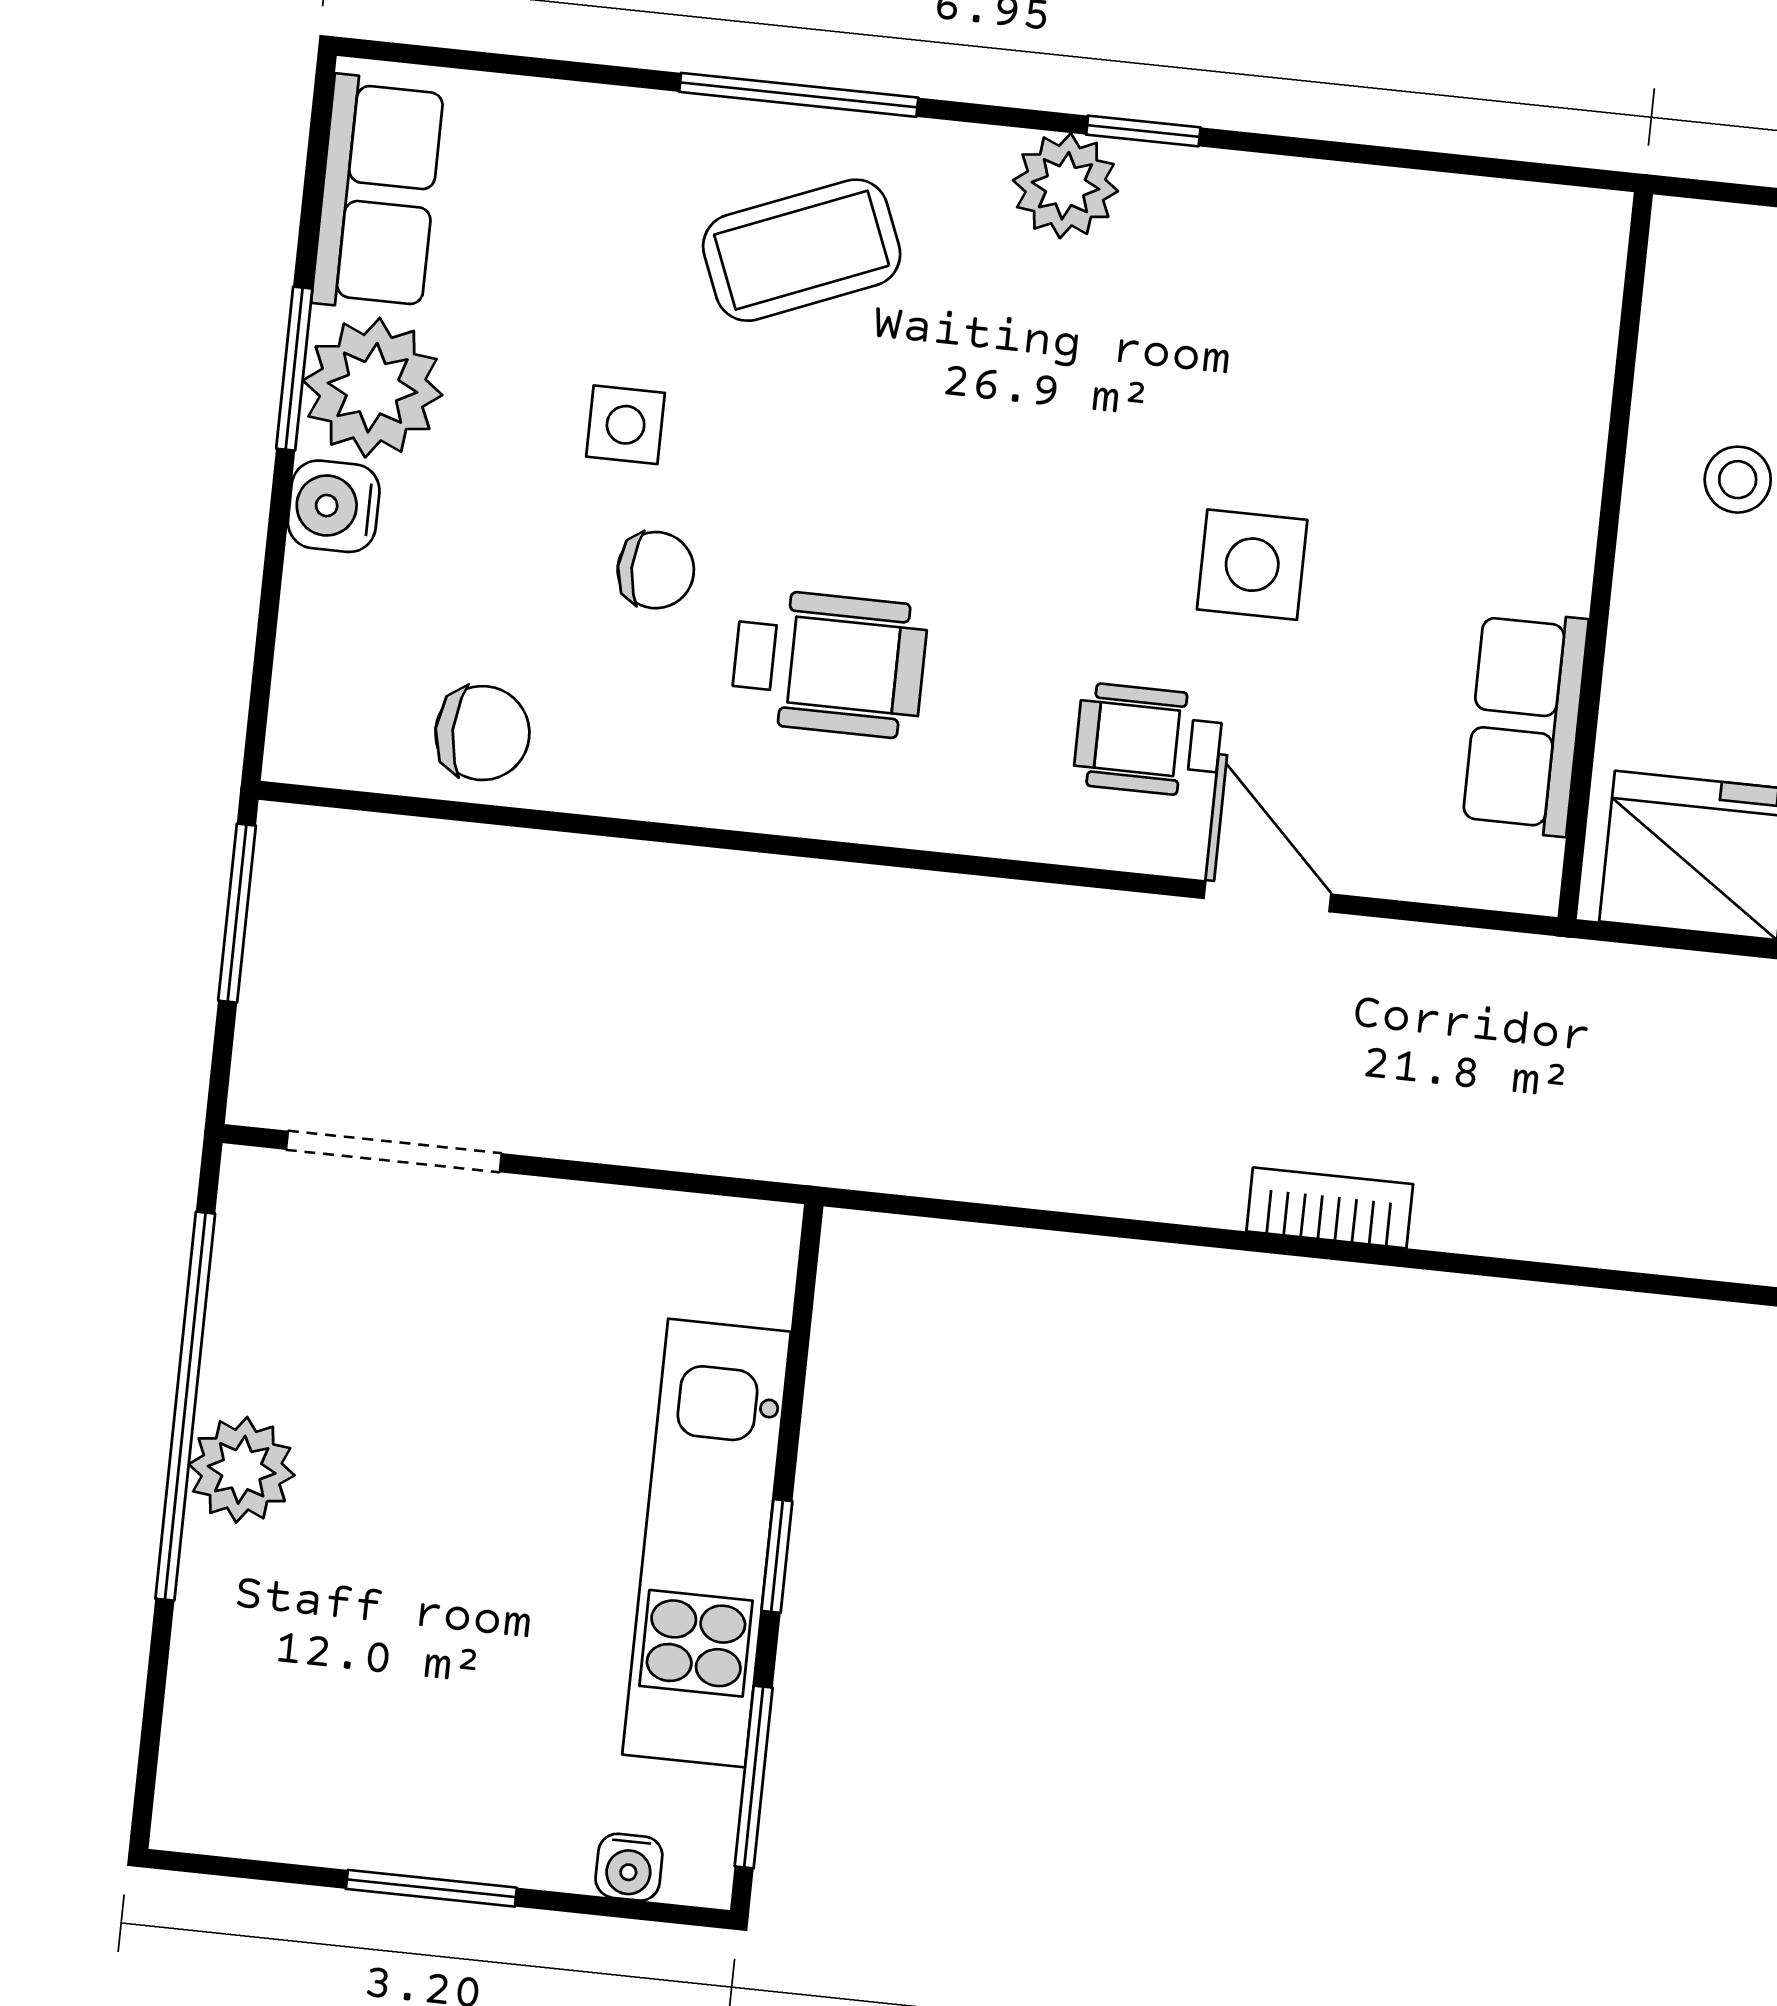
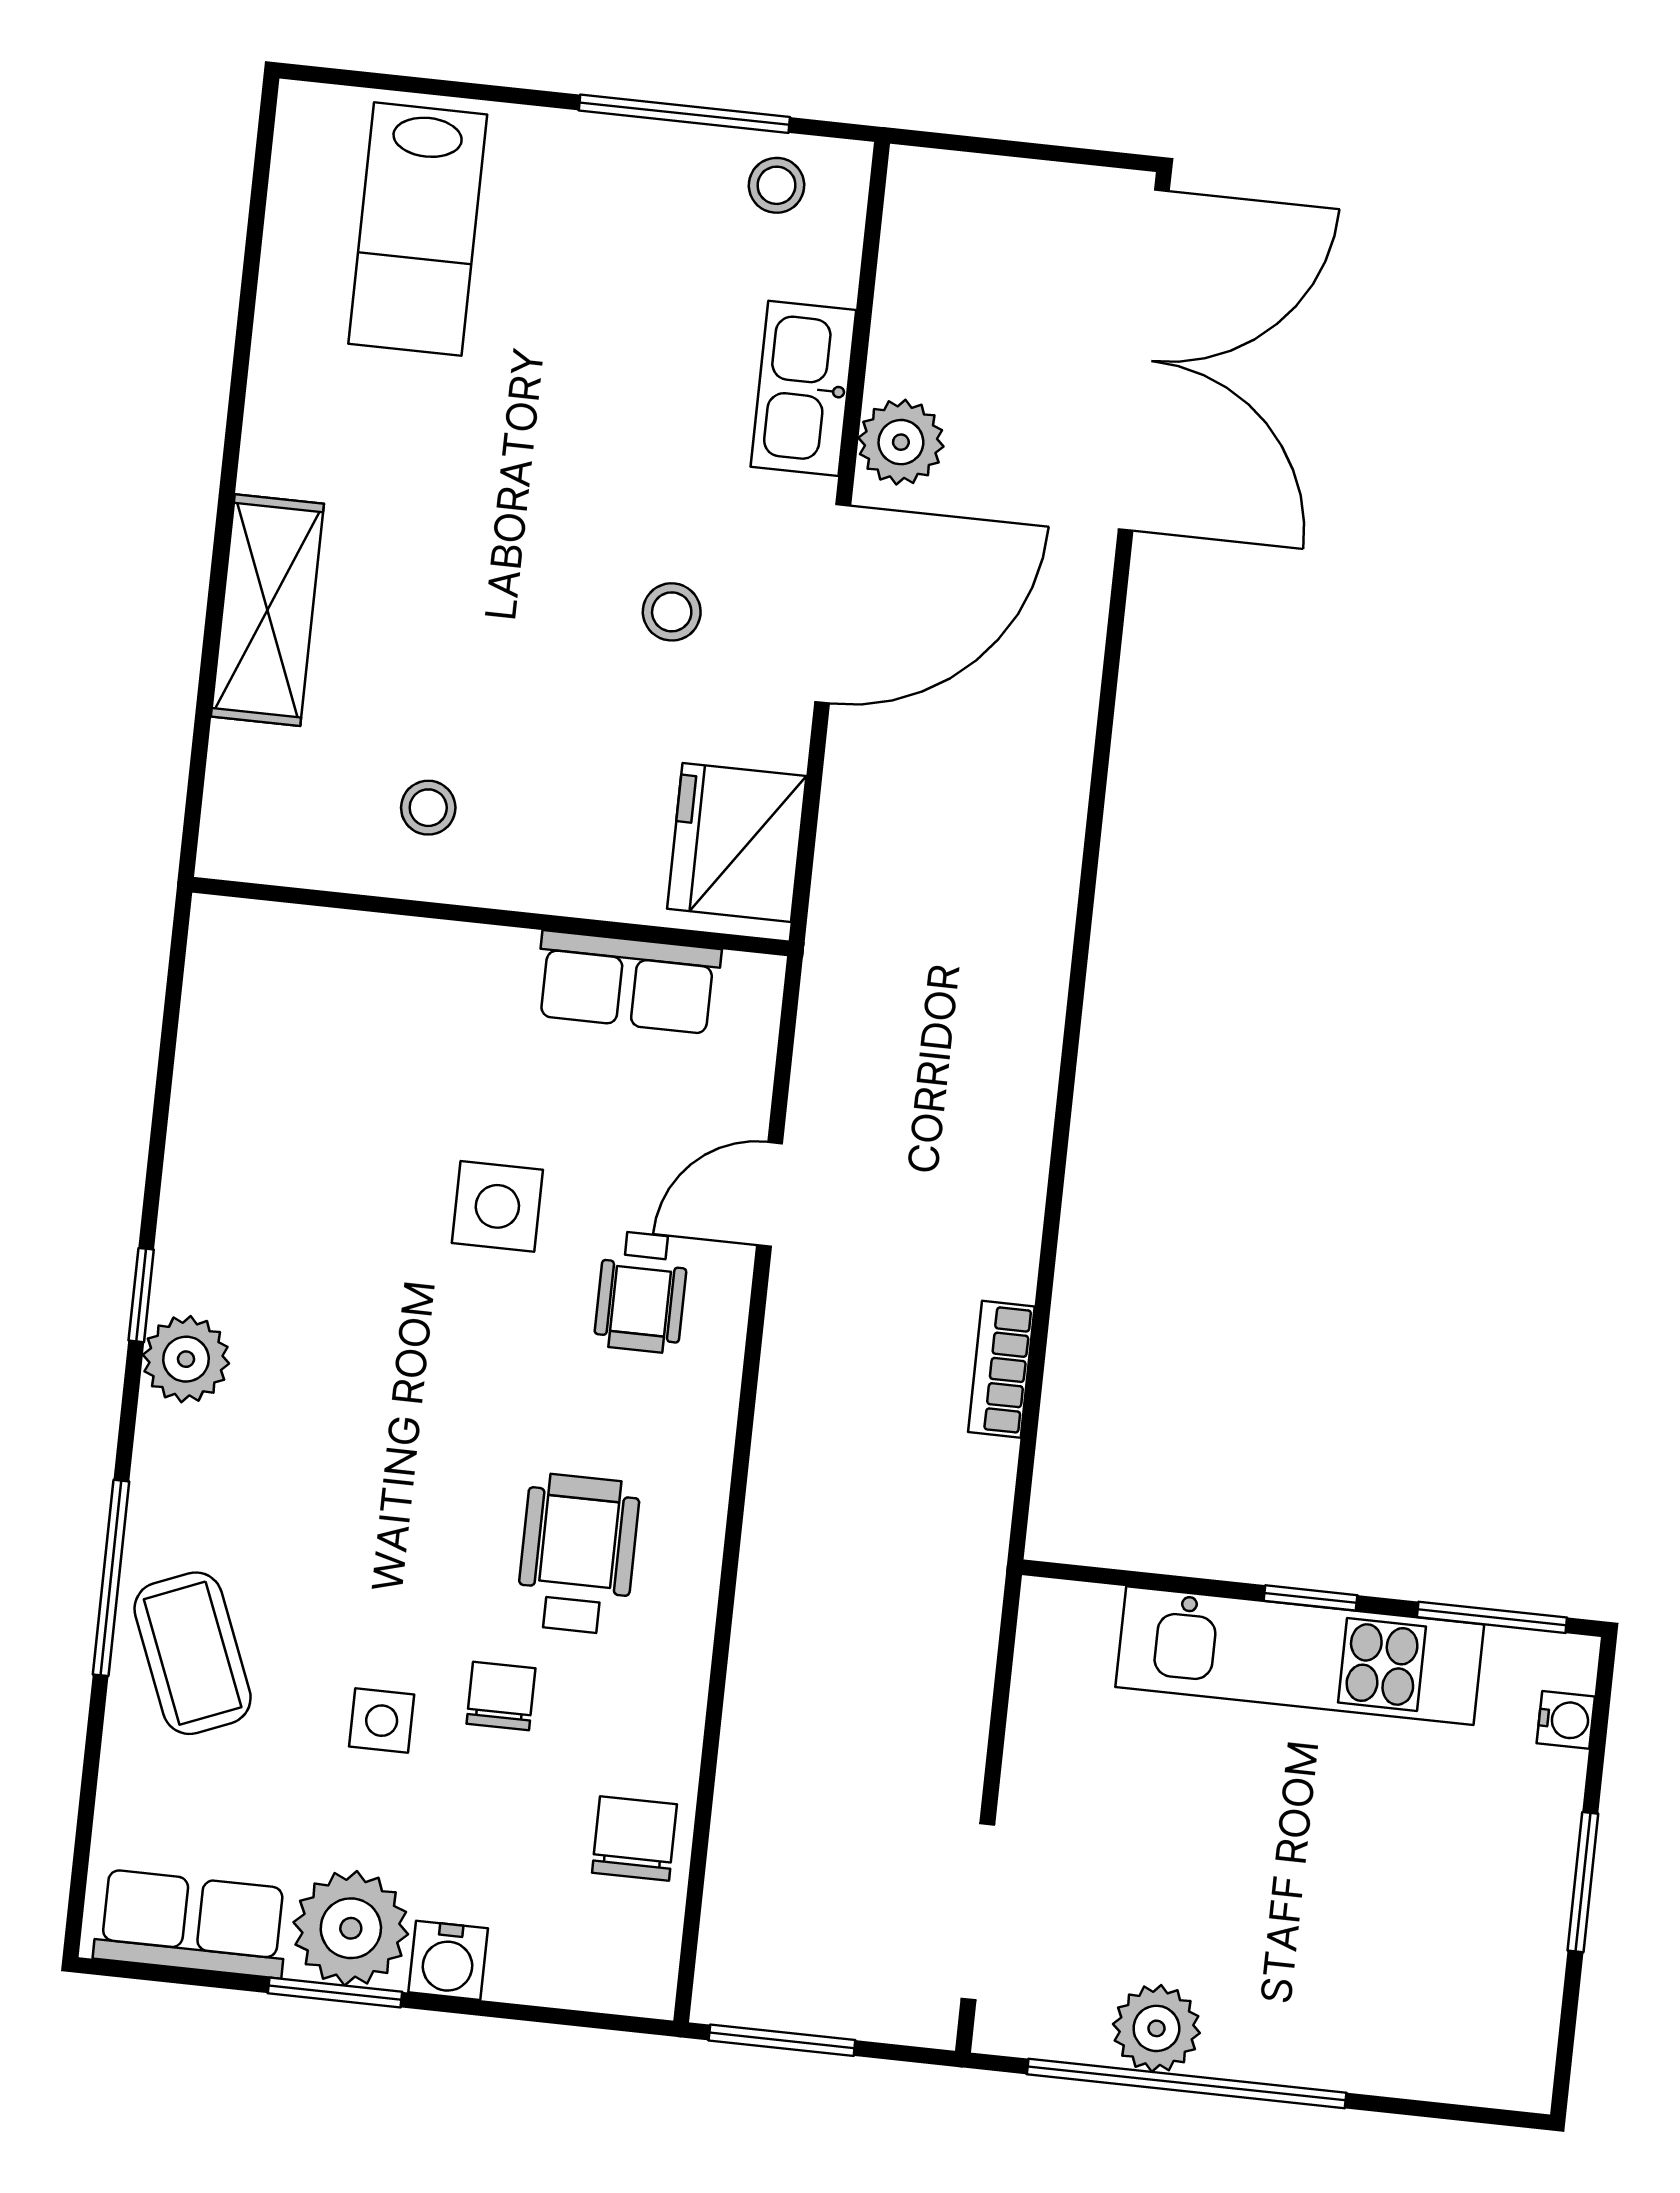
coffee table: (802, 250) -> (193, 1653), moved
bookcase: (1330, 1208) -> (1001, 1369), moved
plant: (242, 1470) -> (1156, 2028), moved

